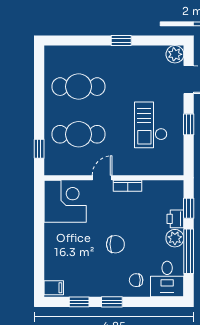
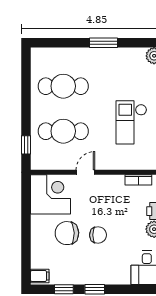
window: (121, 41) -> (104, 43), width x1.50
bookcase: (128, 186) -> (138, 180), moved
chair: (136, 280) -> (67, 233), moved, width x1.87, depth x1.87

